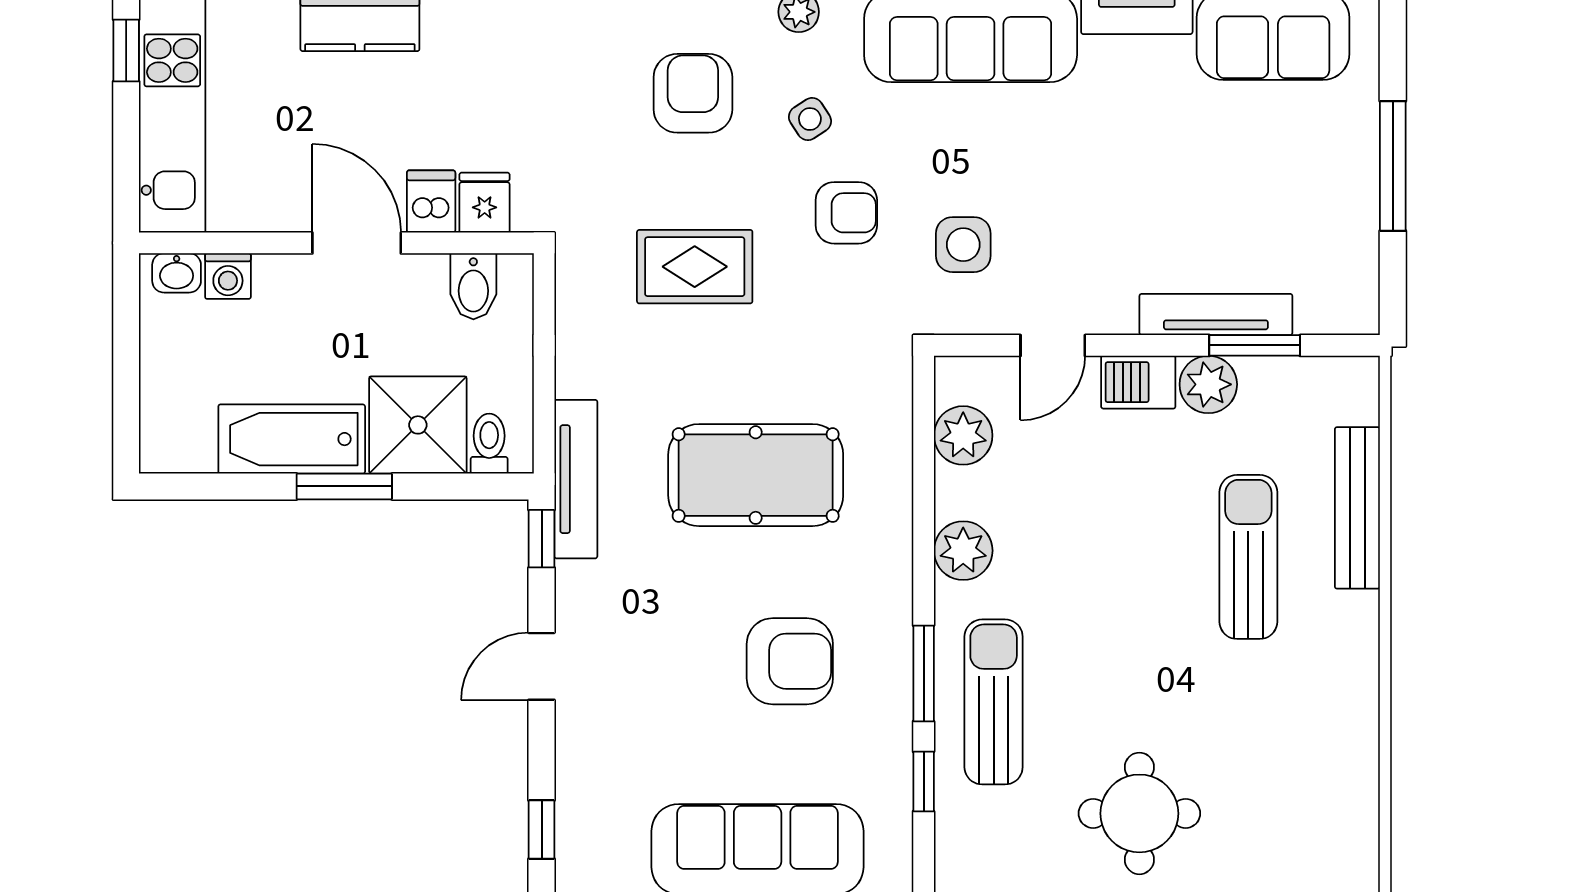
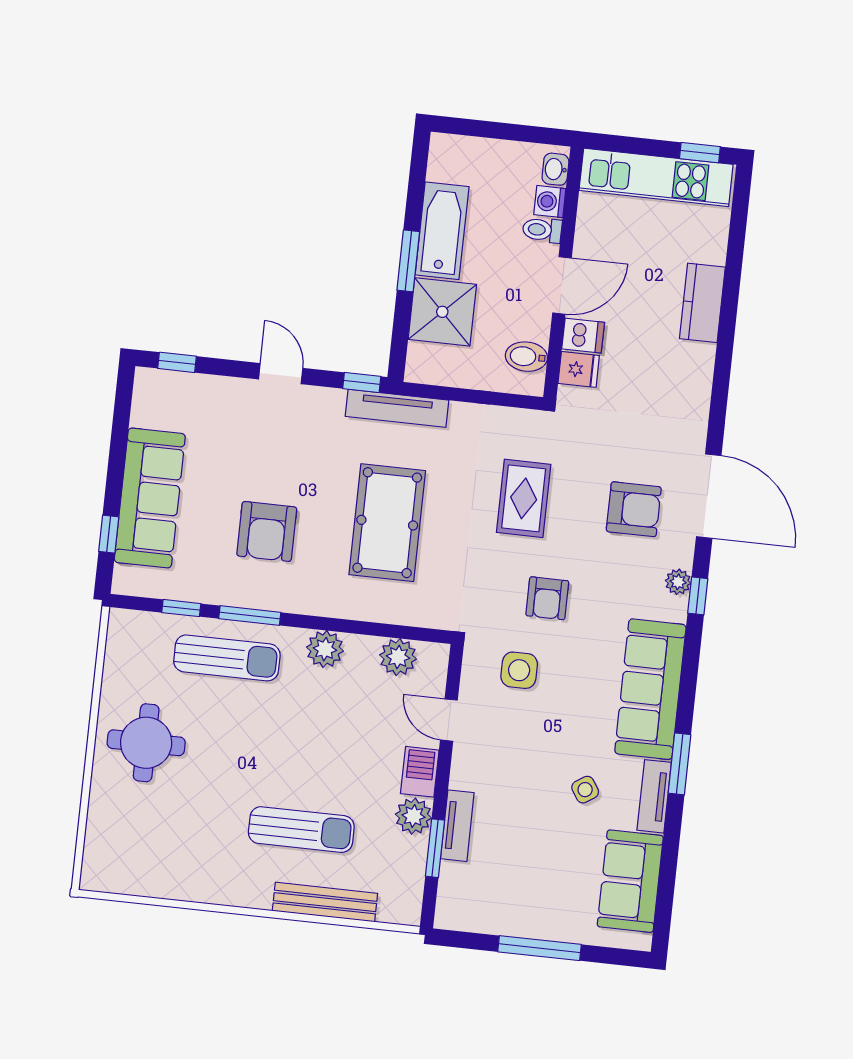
side table: (810, 119) -> (585, 790), moved
tv unit: (1216, 314) -> (457, 826), width x0.71
toilet: (489, 444) -> (542, 230), moved, turned 180

